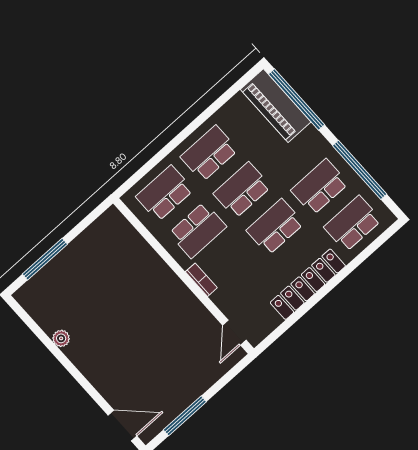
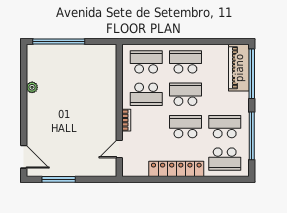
school desk: (353, 224) -> (225, 159), turned 180
window: (45, 259) -> (59, 42), width x1.46
door: (234, 333) -> (119, 149), moved

